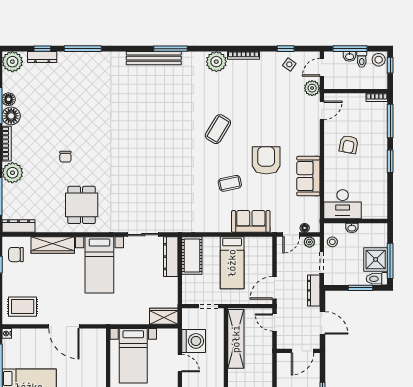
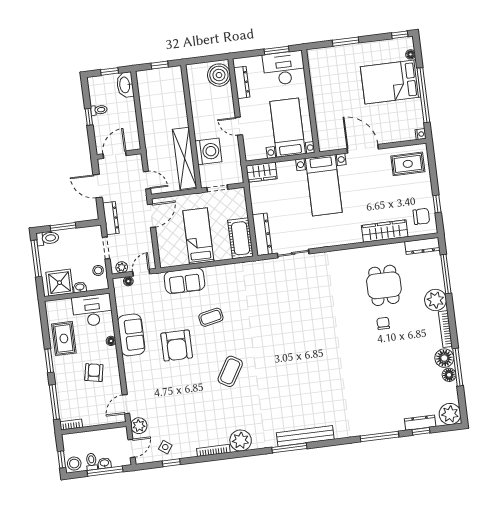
floor lamp: (328, 173) -> (111, 341), added
rug: (373, 181) -> (64, 338), added
dining table: (82, 205) -> (384, 285), moved
shower: (376, 260) -> (60, 283), moved
bed with nightstands: (99, 265) -> (324, 185), moved, turned 180
washing machine: (194, 341) -> (208, 151), moved, turned 180

